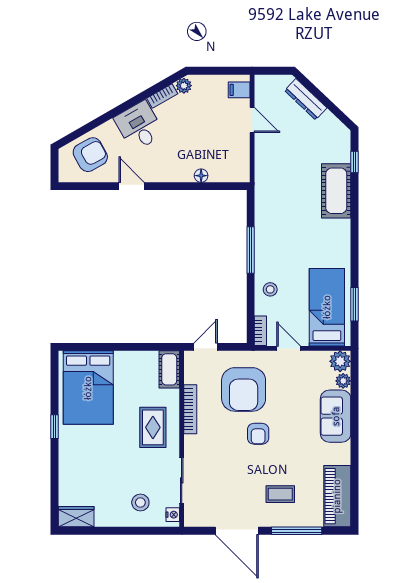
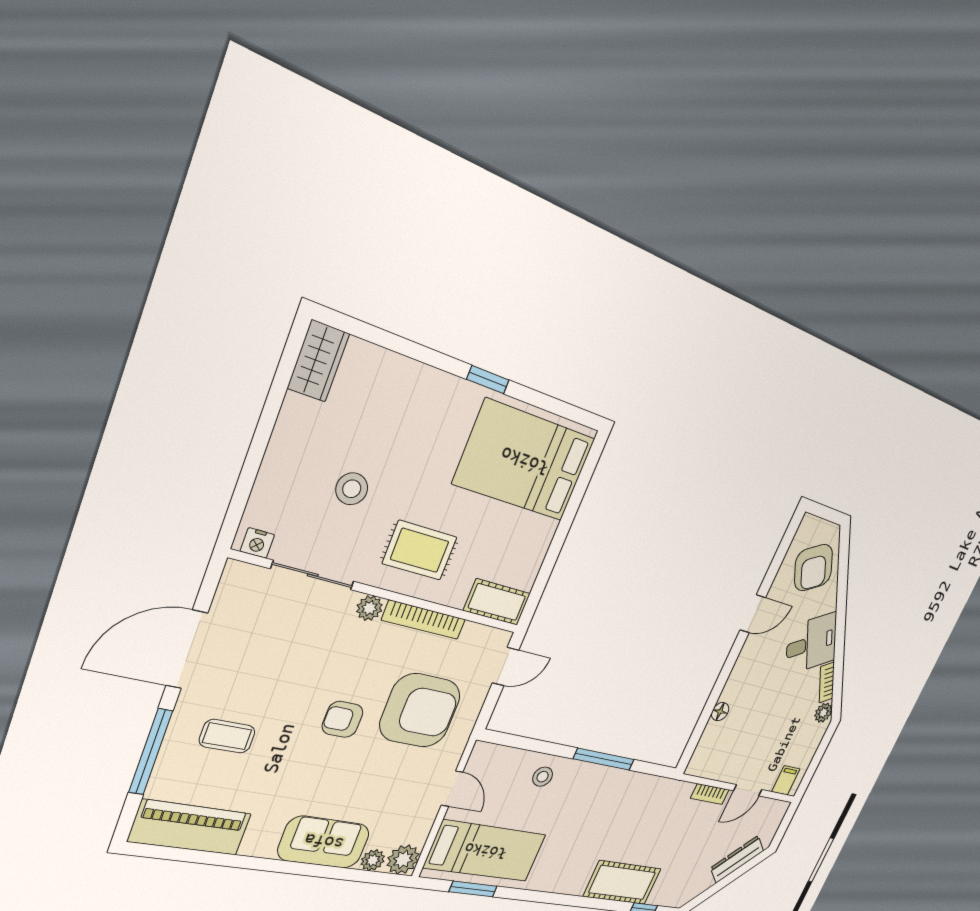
bookcase: (260, 331) -> (710, 794), moved
door: (206, 347) -> (506, 667), hinge flipped
door: (289, 348) -> (452, 789), hinge flipped
armchair: (244, 389) -> (420, 711), turned 180
plant: (191, 443) -> (369, 608), added
coffee table: (280, 494) -> (227, 736), turned 90
stool: (140, 502) -> (352, 489), moved

